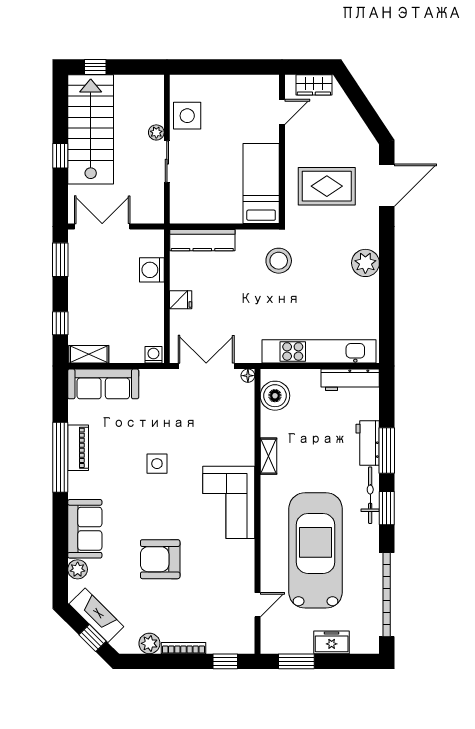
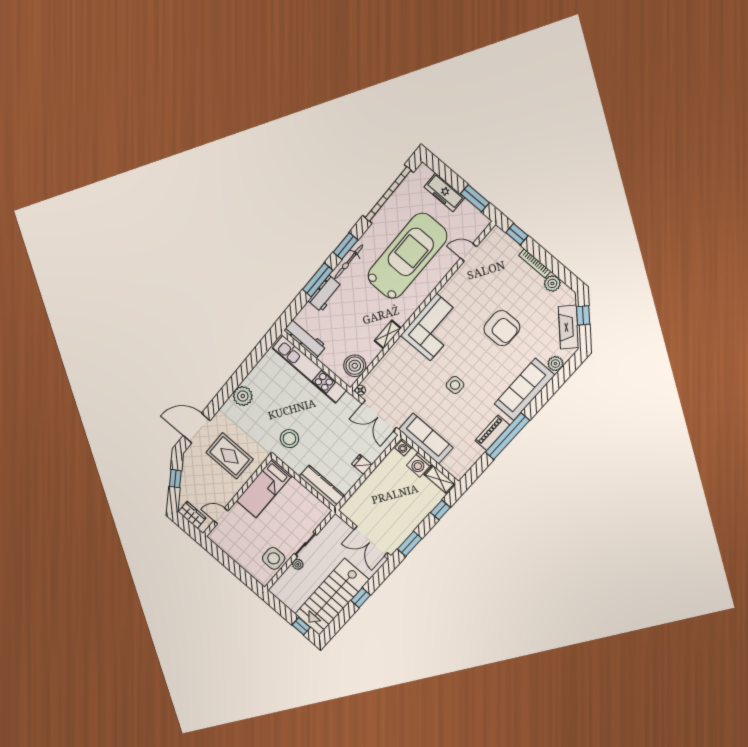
window: (365, 109) -> (175, 479), added
washing machine: (152, 270) -> (419, 465), moved, turned 90
sofa: (103, 384) -> (426, 439), moved
sofa: (85, 529) -> (524, 390), width x1.36
car: (316, 550) -> (407, 256), turned 180
freezer: (332, 642) -> (444, 192), width x1.40

